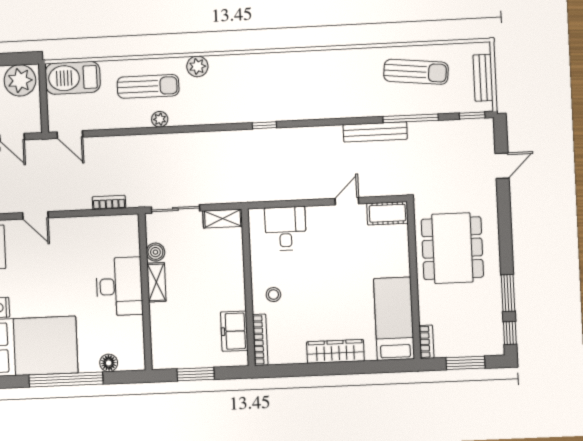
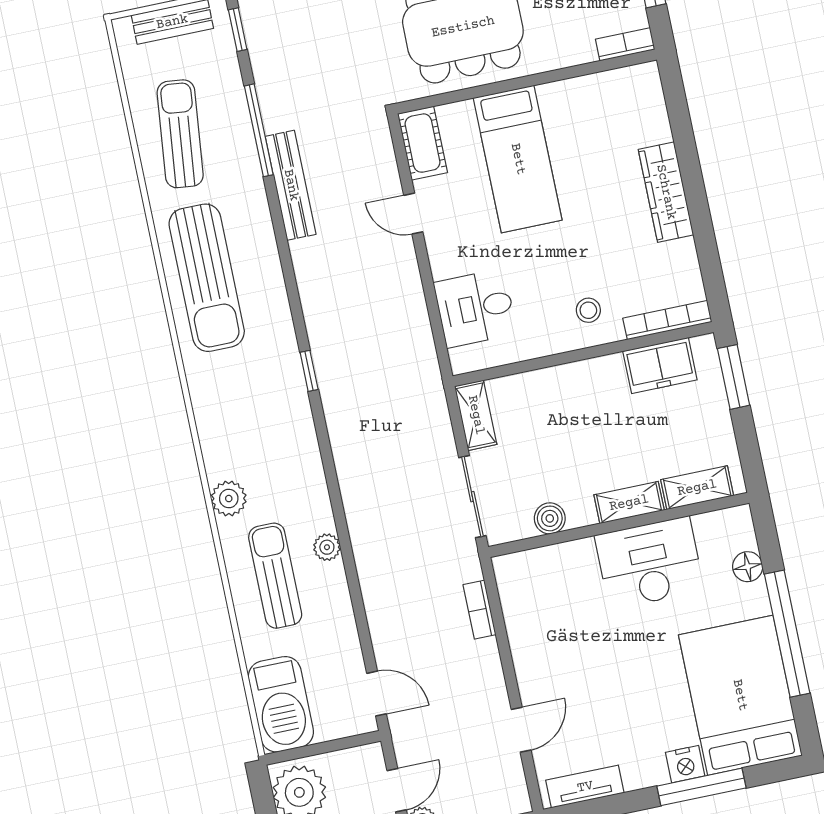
sun lounger: (329, 74) -> (207, 278), added
door: (70, 134) -> (376, 694), hinge flipped
shelving: (156, 282) -> (629, 503), moved
desk: (119, 286) -> (649, 563), moved
bed: (394, 319) -> (518, 159), moved, turned -90
shelving: (159, 341) -> (697, 488), added
window: (196, 374) -> (734, 377), moved

